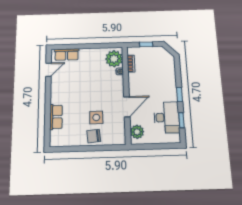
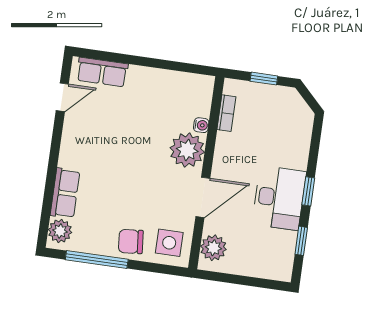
plant: (114, 59) -> (187, 150), moved
side table: (96, 117) -> (169, 243), moved
desk: (167, 117) -> (279, 198), moved
plant: (56, 137) -> (60, 231), added
window: (77, 149) -> (97, 260), added

